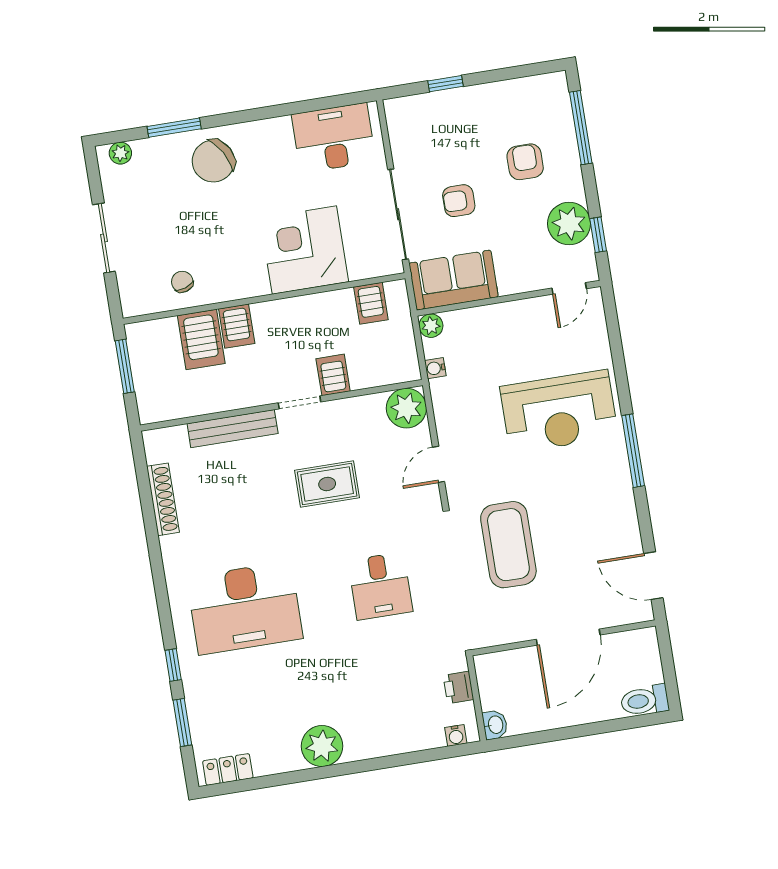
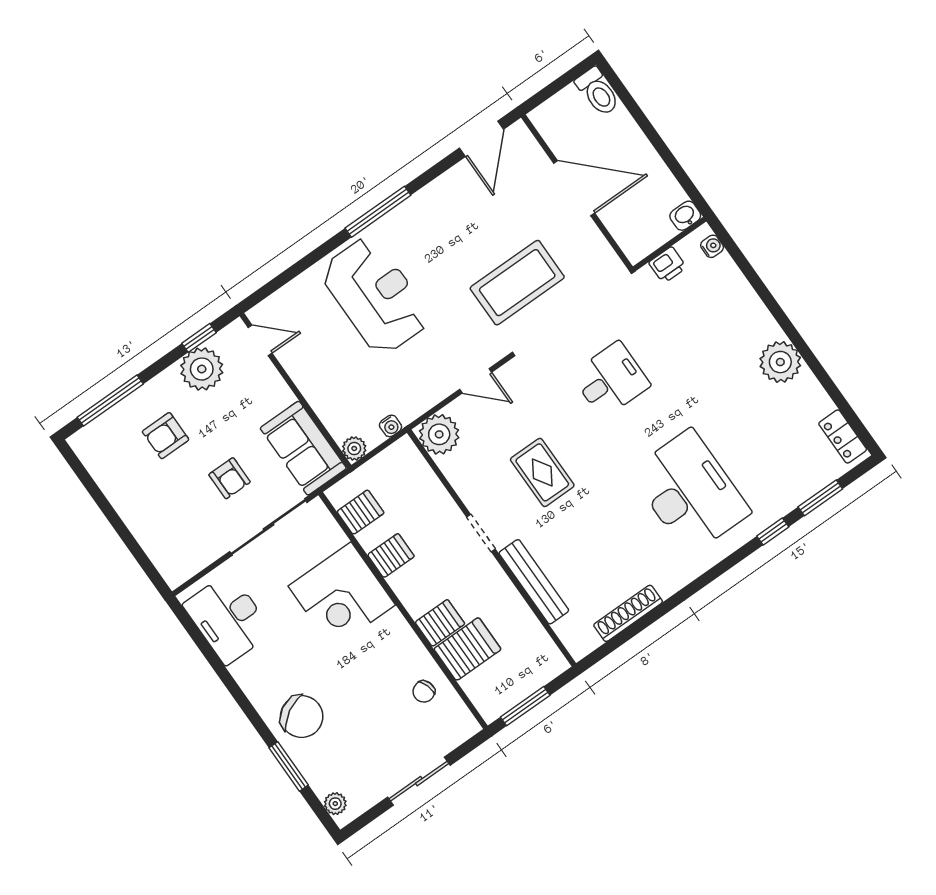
window: (446, 84) -> (130, 542), removed
server rack: (333, 375) -> (391, 556), moved, turned 180

